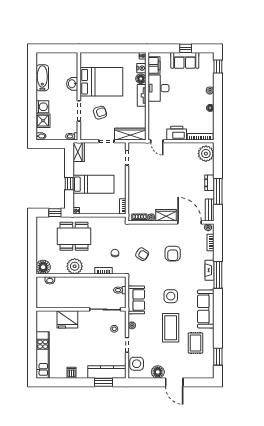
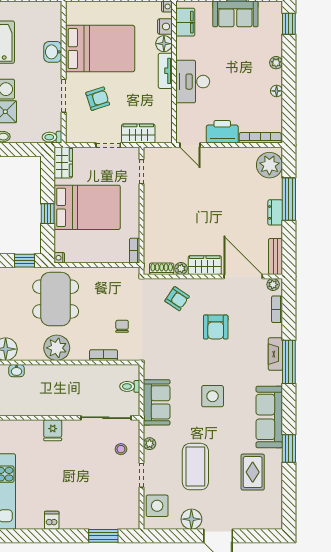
desk: (159, 88) -> (193, 82), moved
wardrobe: (130, 134) -> (138, 134), width x0.67
bed: (93, 184) -> (87, 207), width x1.50
window: (218, 191) -> (289, 199), moved
dining table: (74, 236) -> (56, 299), turned 90
armchair: (142, 254) -> (177, 299), moved
fridge: (67, 319) -> (53, 430), width x0.53, depth x0.75
coffee table: (171, 328) -> (195, 467), moved
window: (218, 357) -> (289, 449), moved
kitchen counter: (107, 372) -> (109, 519), removed

